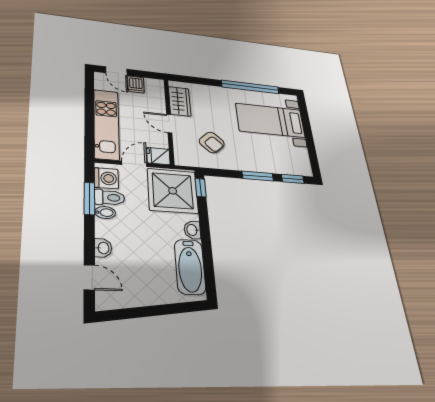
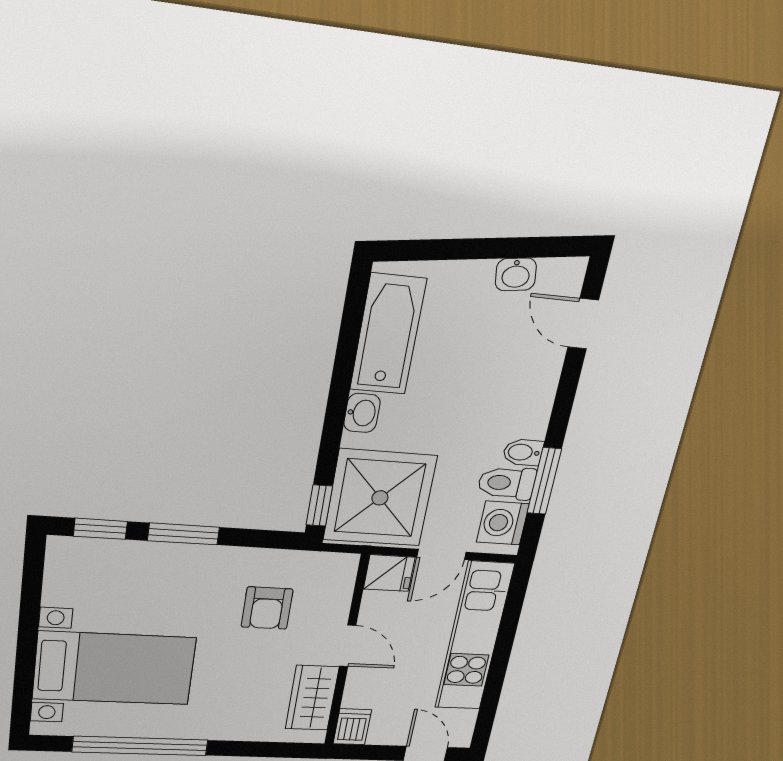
dishwasher: (136, 84) -> (352, 727), moved
armchair: (212, 143) -> (267, 608), turned -135
washbasin: (103, 248) -> (516, 274), moved, turned -98

